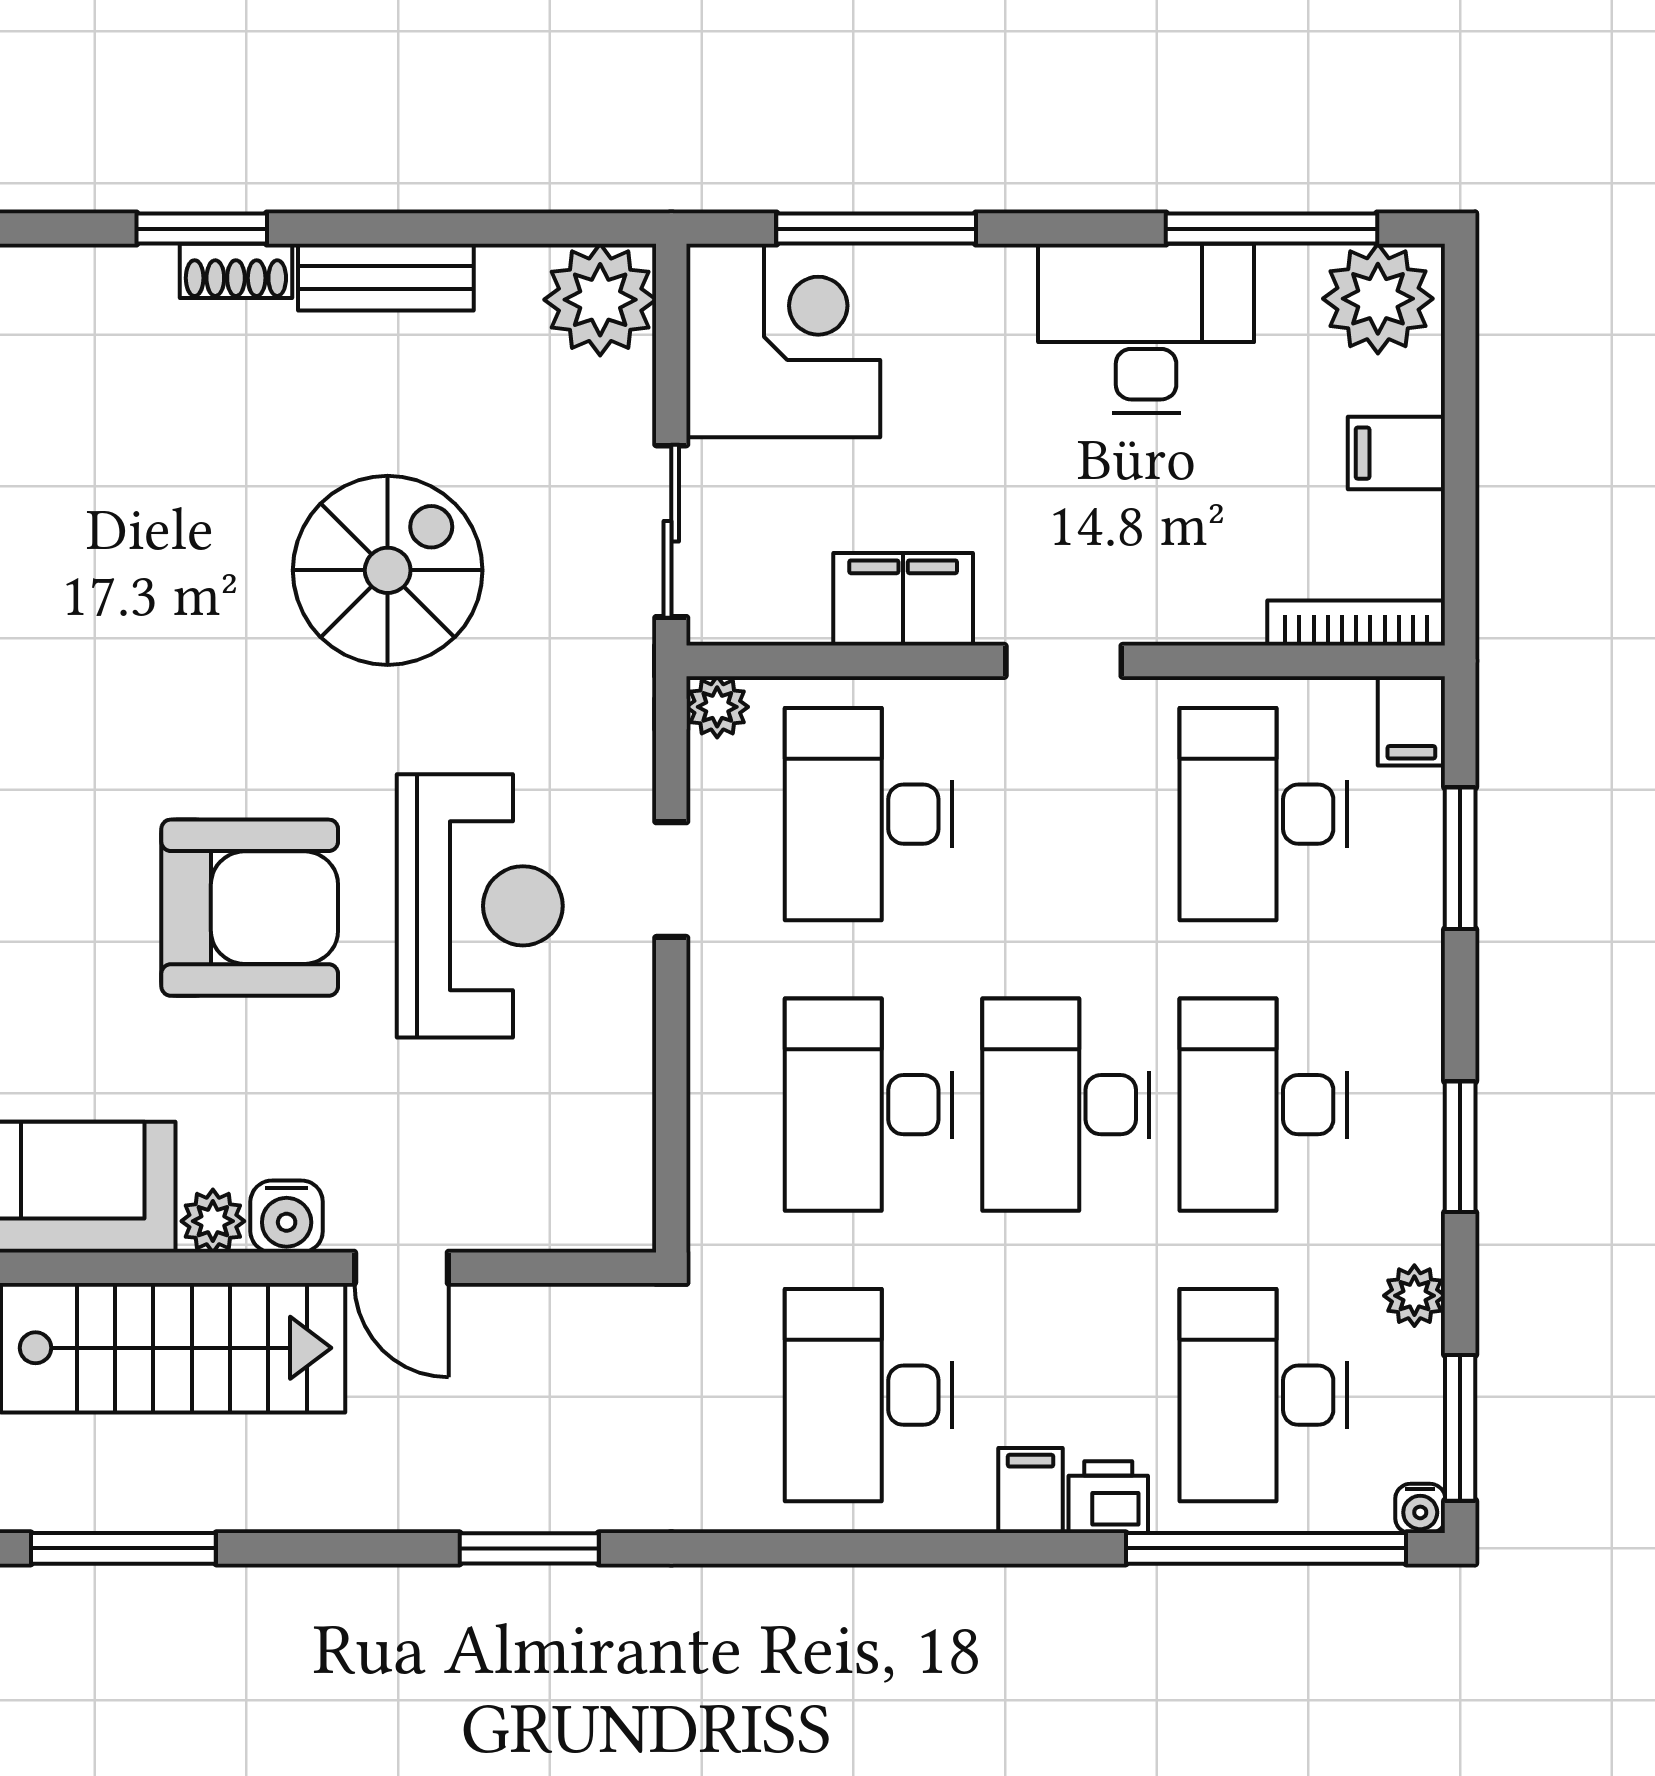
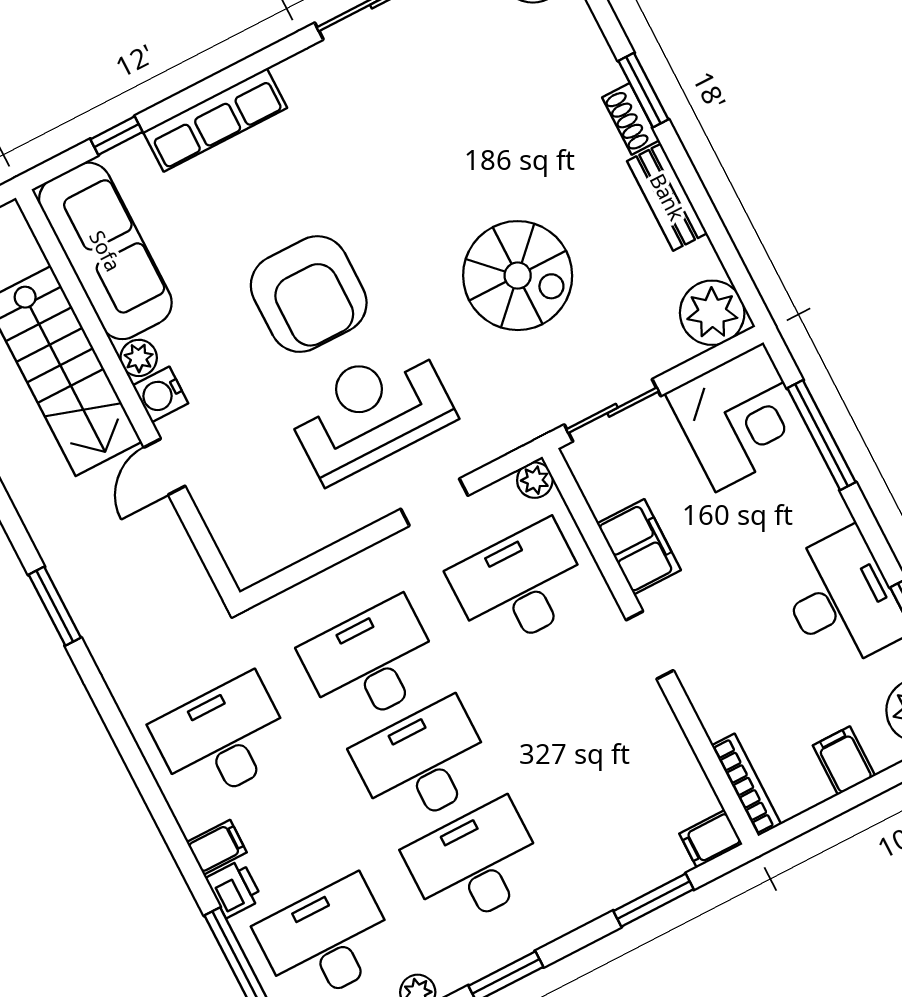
desk: (1263, 814) -> (624, 788), removed
reception desk: (480, 906) -> (370, 411), turned 180

